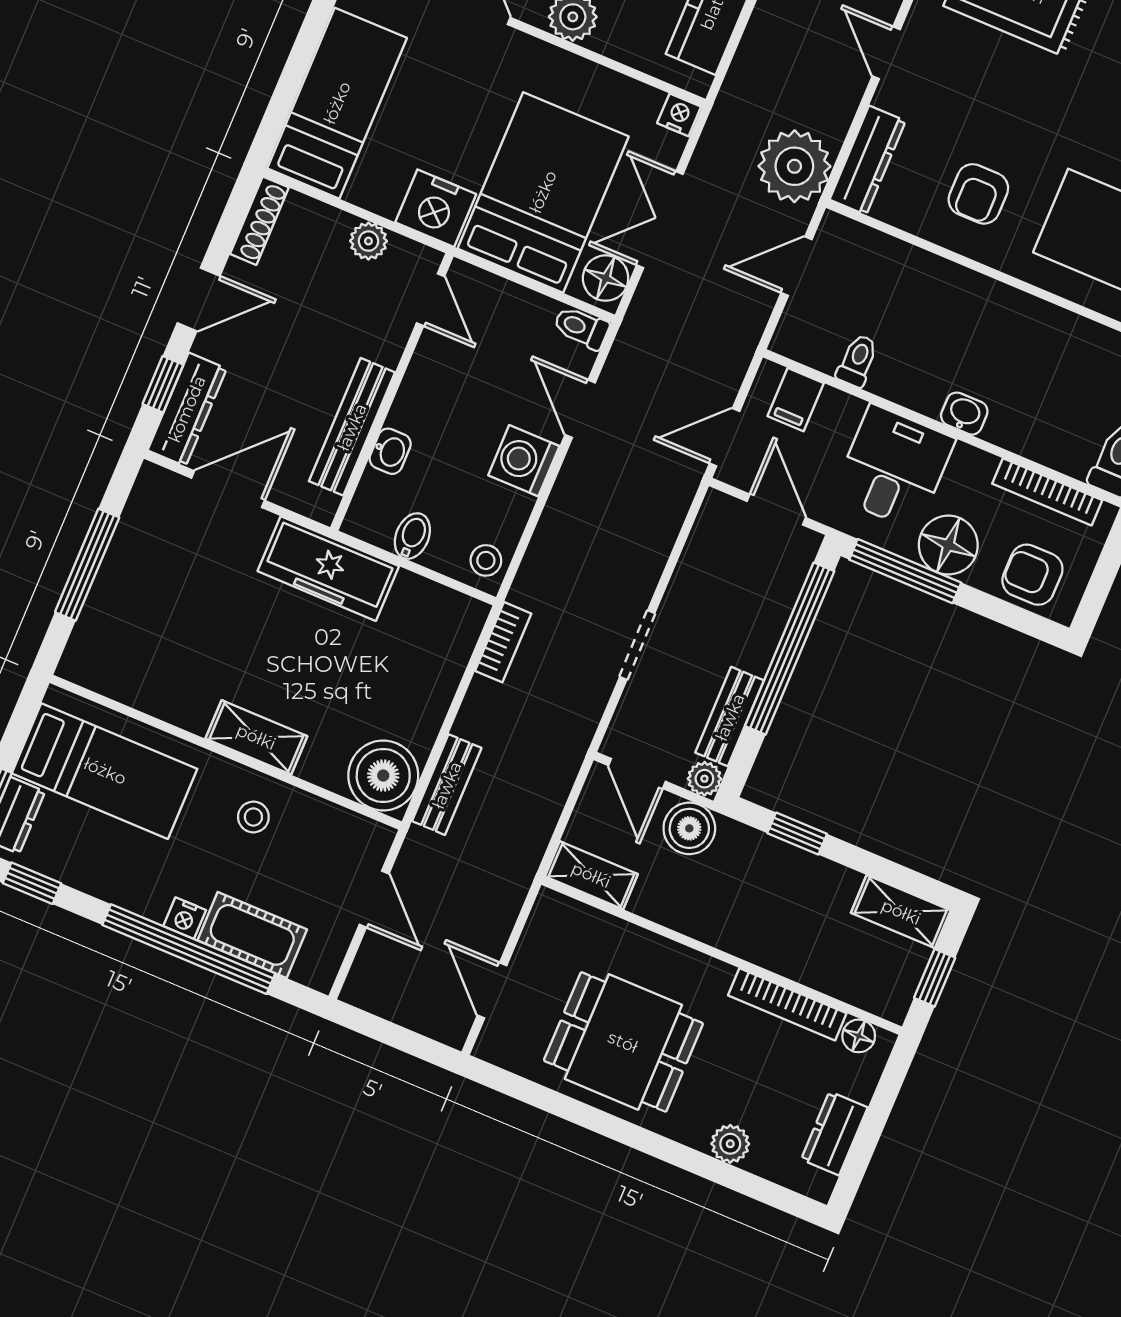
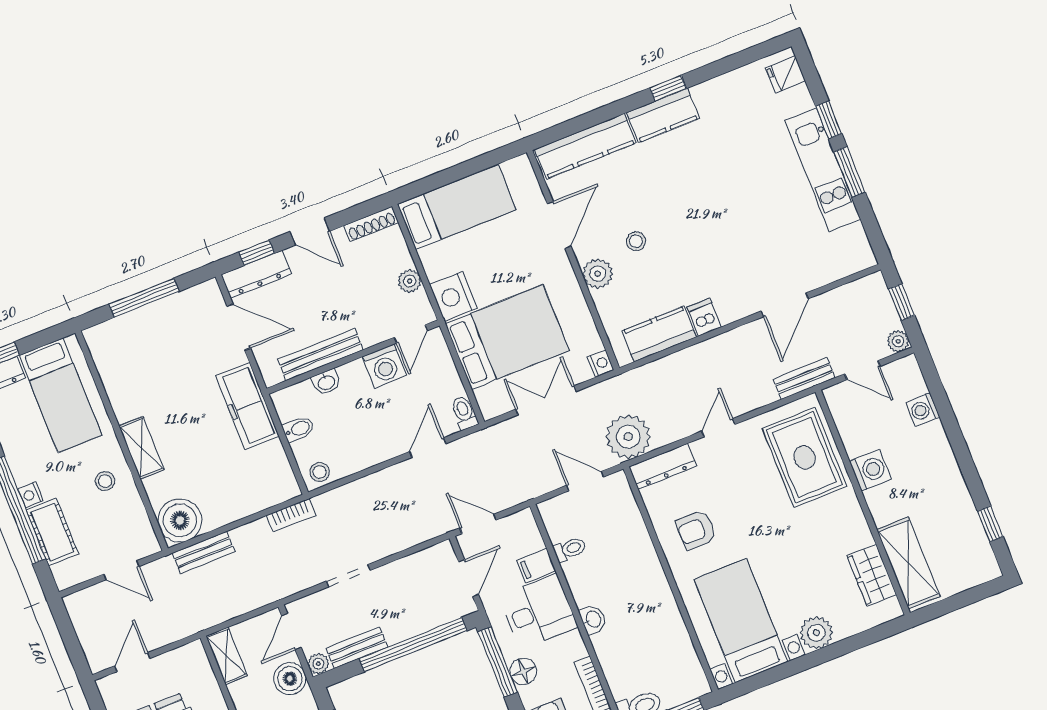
floor lamp: (606, 278) -> (497, 402), removed
filing cabinet: (796, 400) -> (536, 566), moved
washing machine: (524, 461) -> (384, 366), moved, turned 180
floor lamp: (948, 545) -> (523, 671), width x0.73, depth x0.73
door: (374, 899) -> (121, 570), hinge flipped

